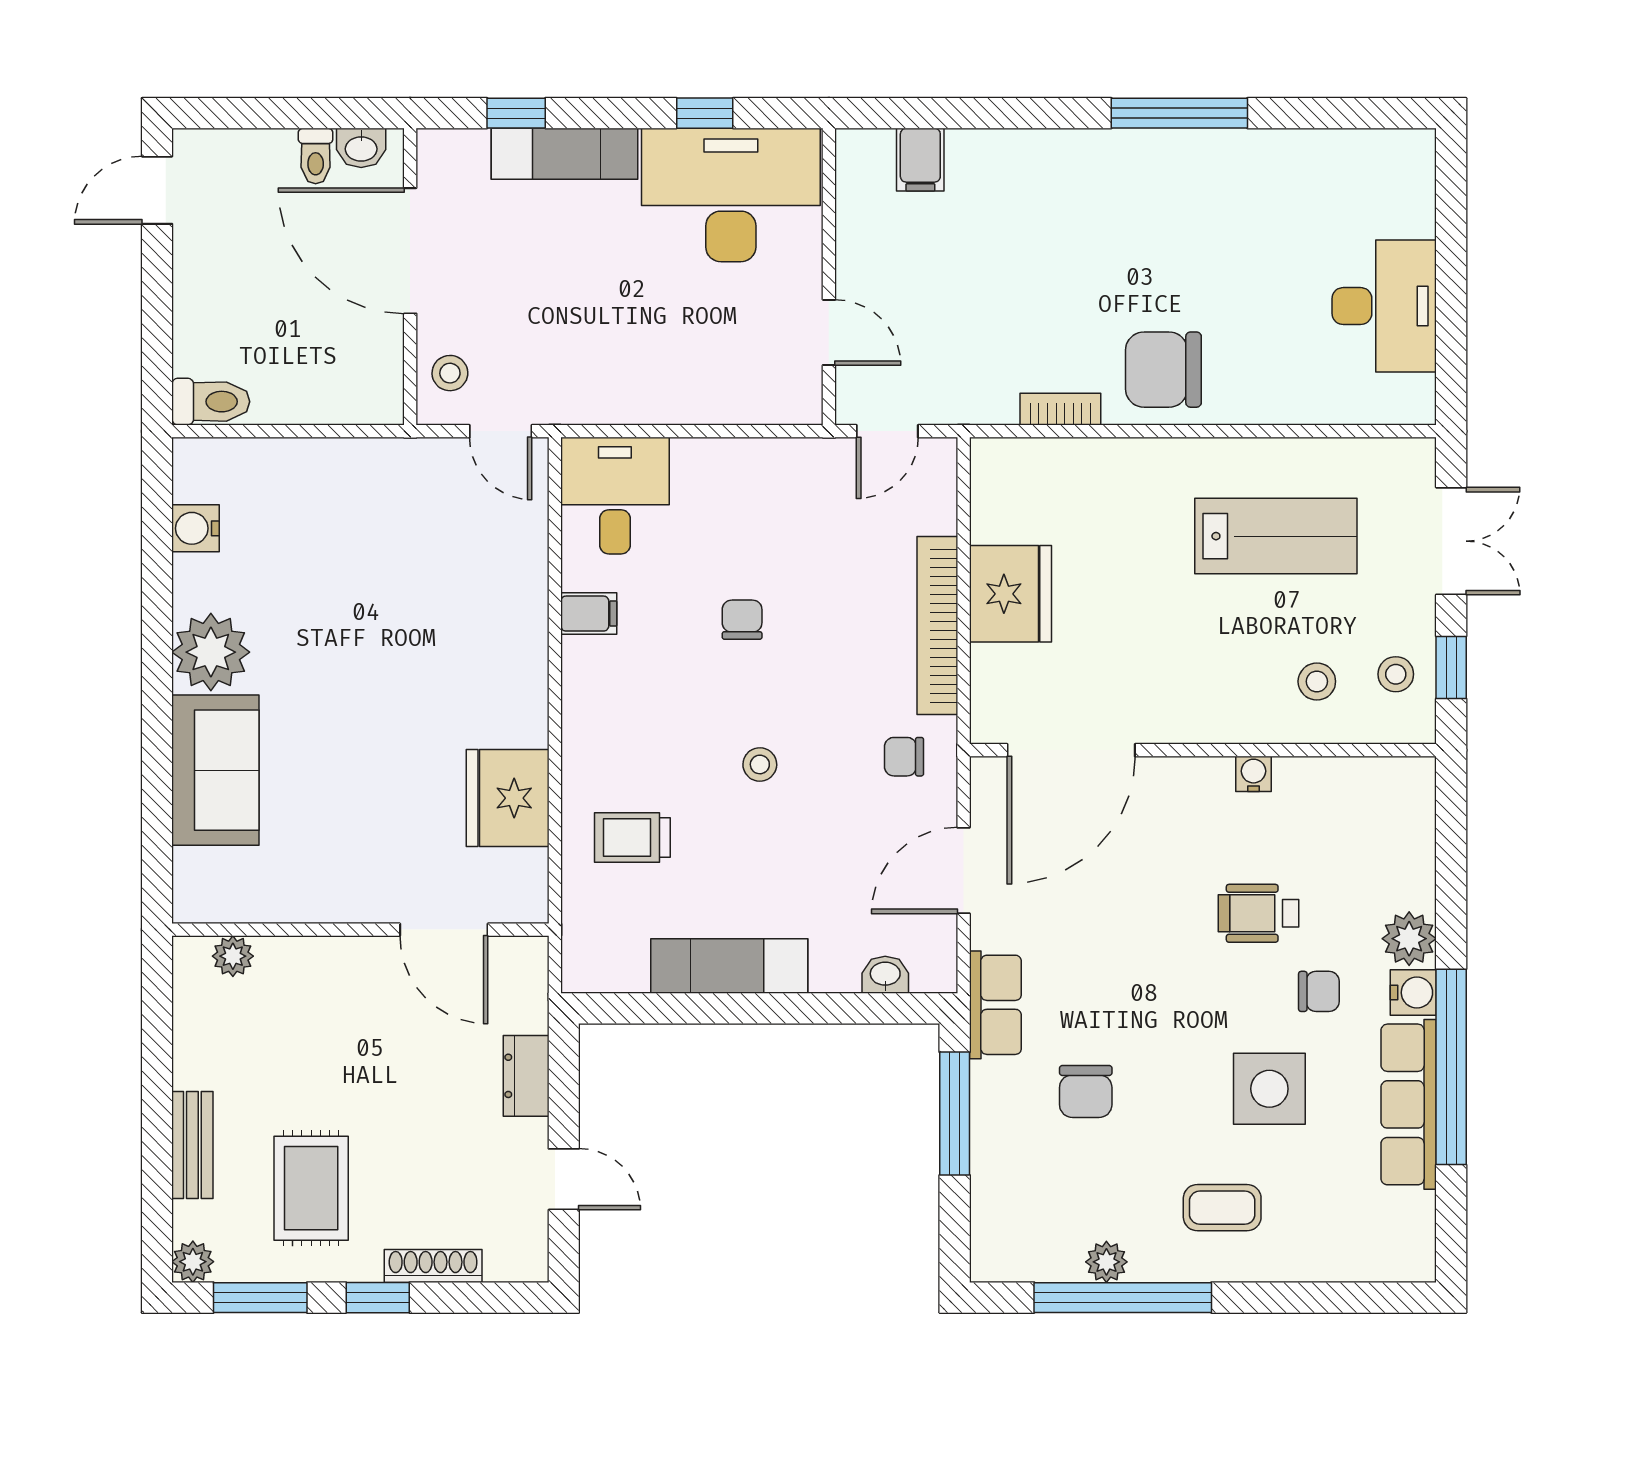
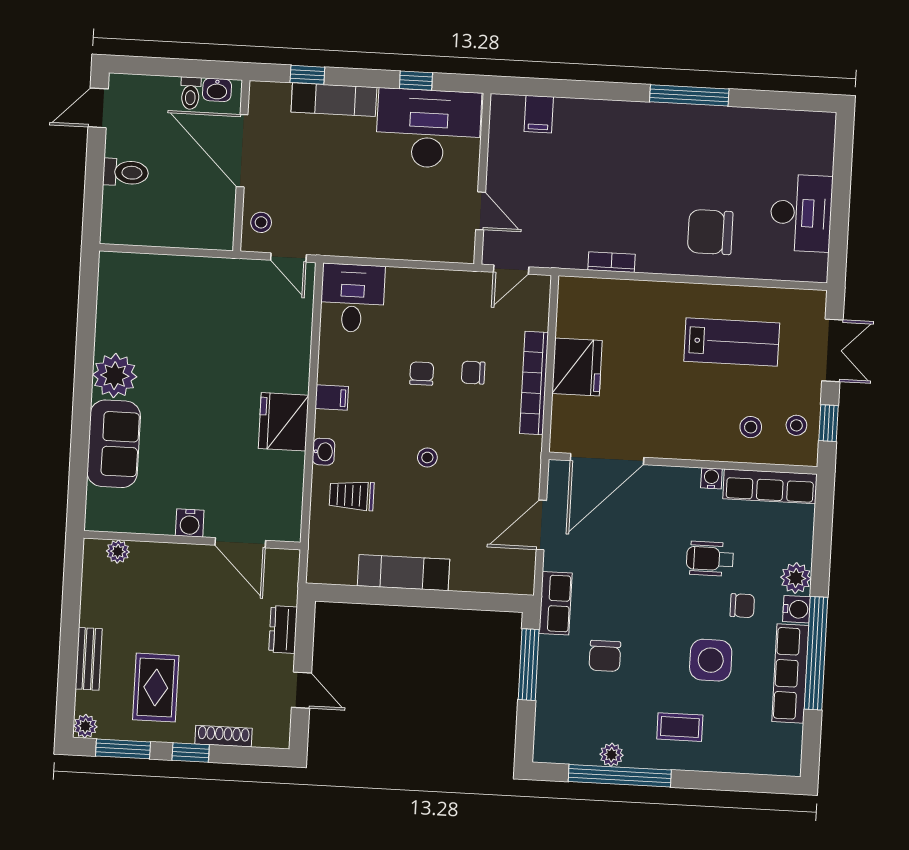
chair: (1163, 370) -> (710, 232), moved
toilet: (211, 402) -> (126, 172), moved
water cooler: (196, 528) -> (190, 523), moved, turned -90
filing cabinet: (589, 614) -> (332, 398), moved
chair: (904, 757) -> (473, 373), moved
row of seats: (1356, 782) -> (770, 486), added
fridge: (508, 798) -> (284, 422), moved
washbasin: (885, 975) -> (324, 452), moved, turned 90

